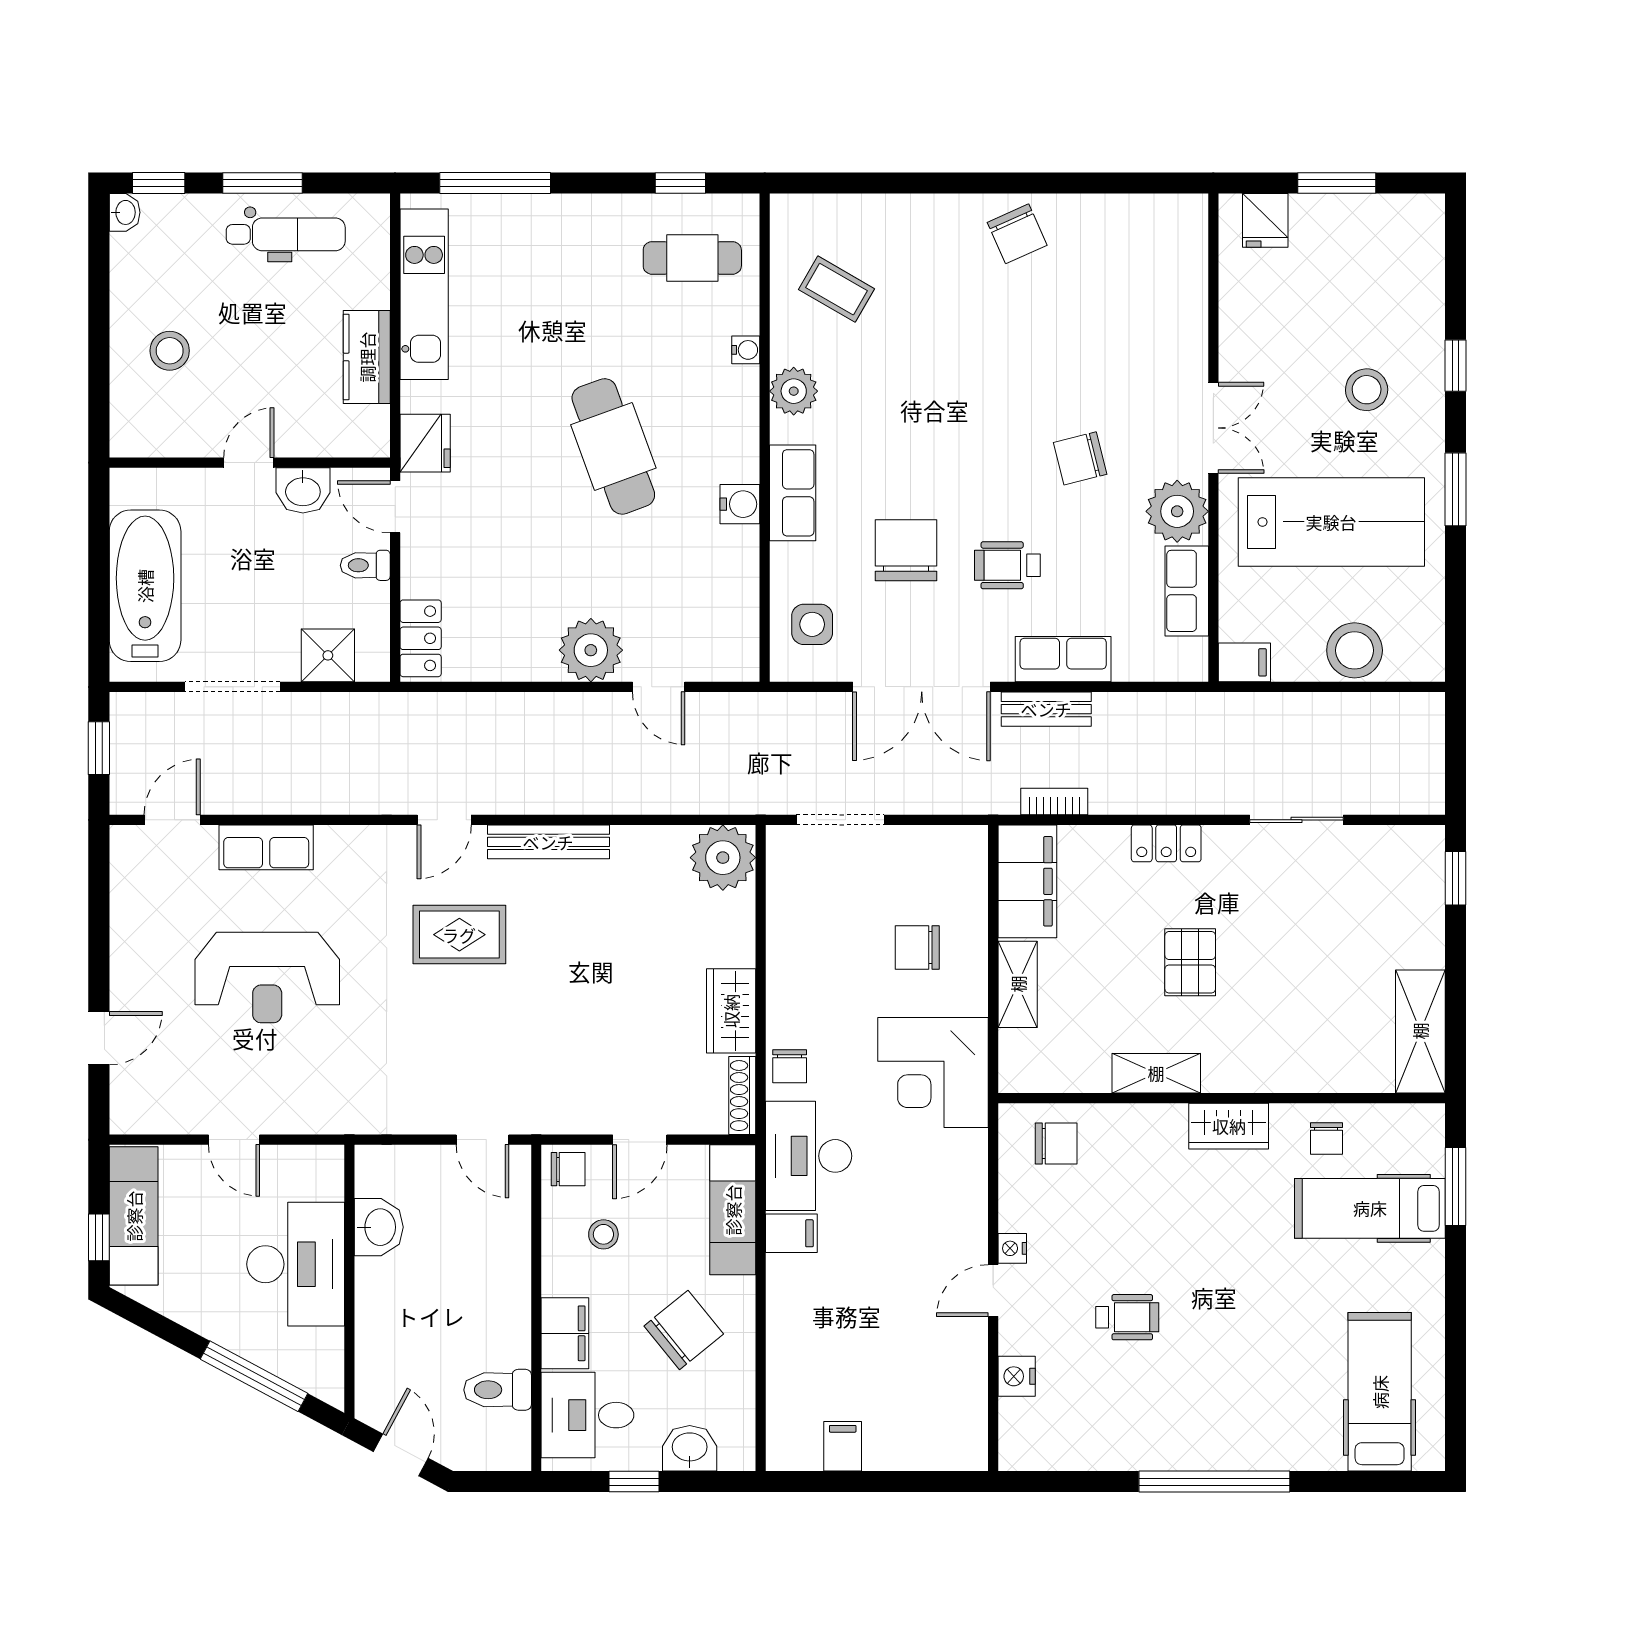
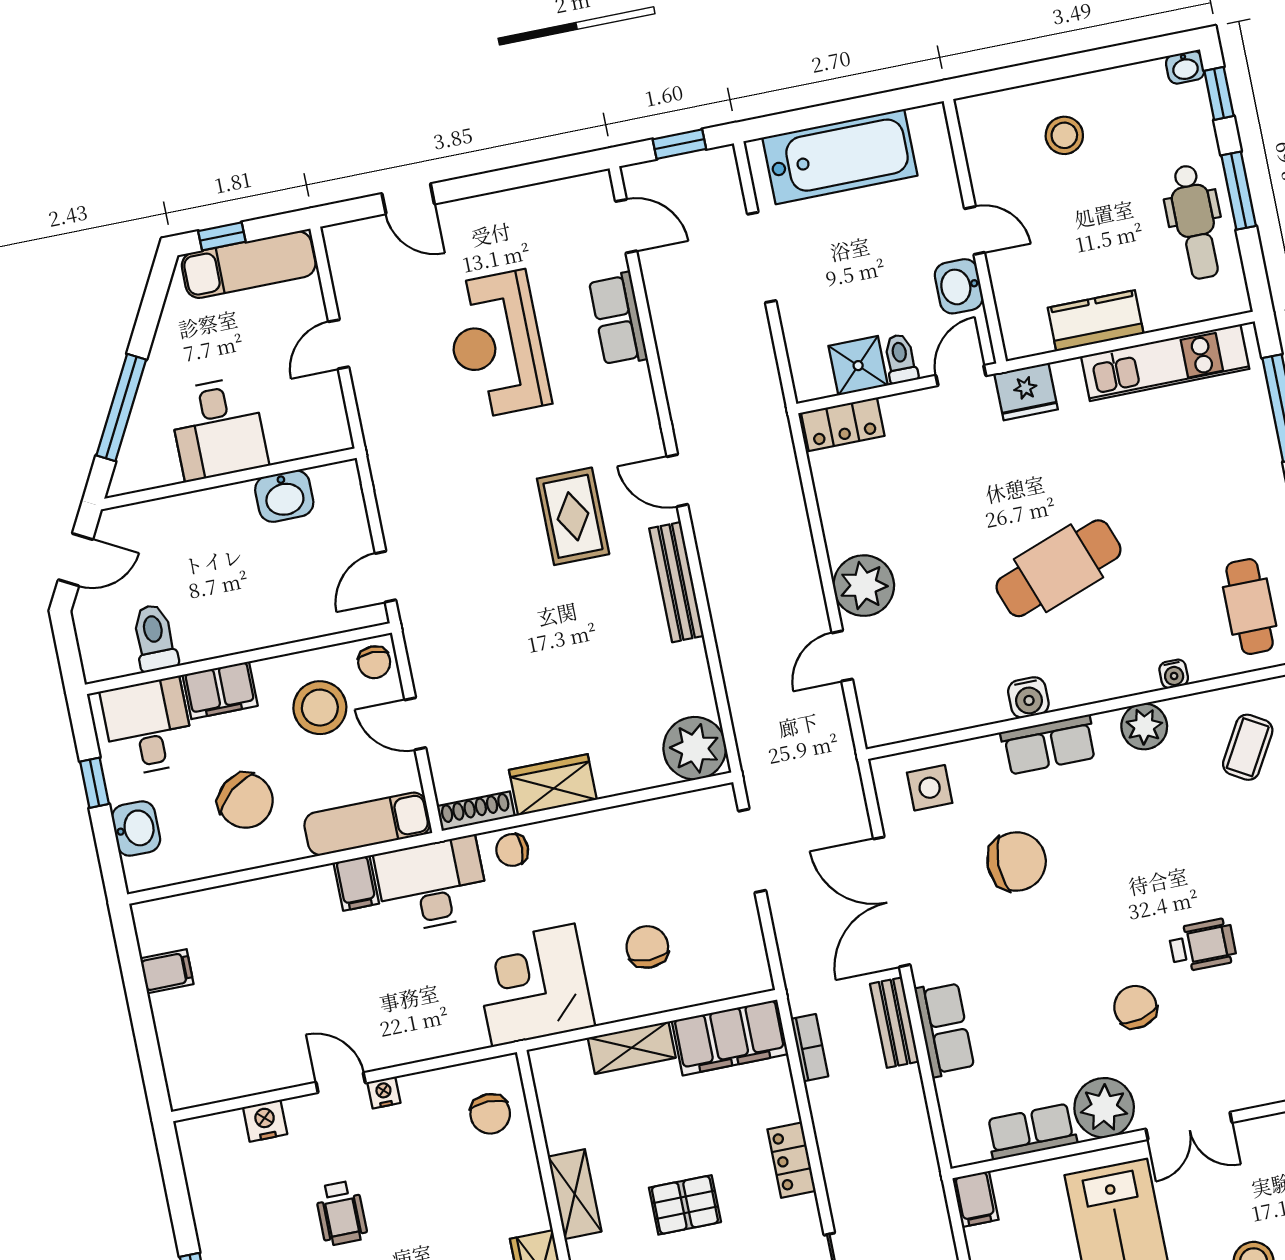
wheelchair: (1007, 565) -> (1203, 945), moved, turned 90
shower: (328, 655) -> (858, 366), moved
stool: (603, 1234) -> (320, 708), width x1.89, depth x1.89
desk: (296, 1264) -> (218, 429), width x0.73

